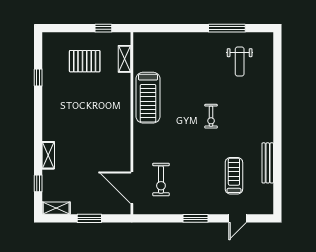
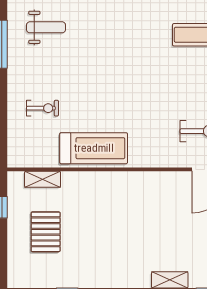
exercise bike: (211, 116) -> (42, 108), moved

